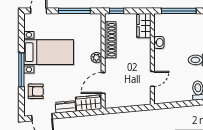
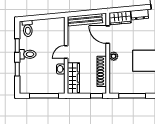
wardrobe: (144, 26) -> (73, 78), width x1.50
door: (152, 79) -> (66, 52), moved
door: (103, 83) -> (108, 35), swing flipped
bench: (130, 101) -> (85, 20), added

